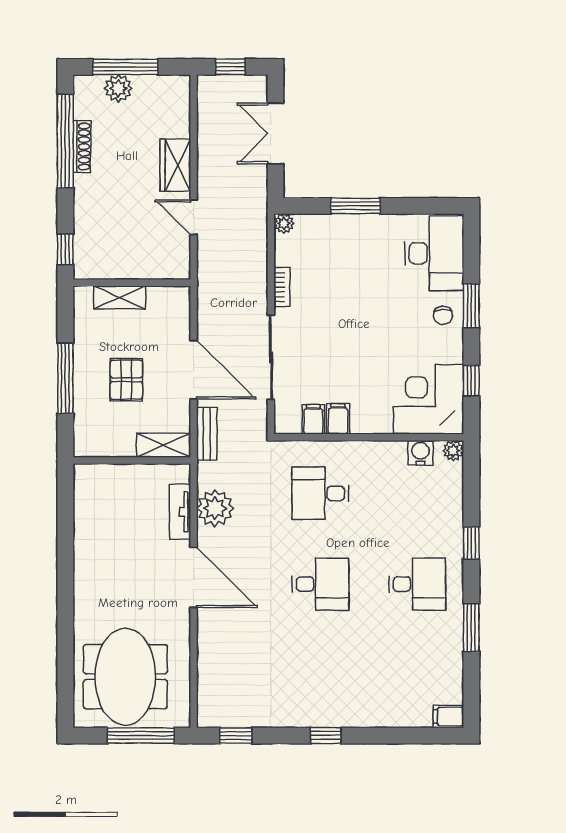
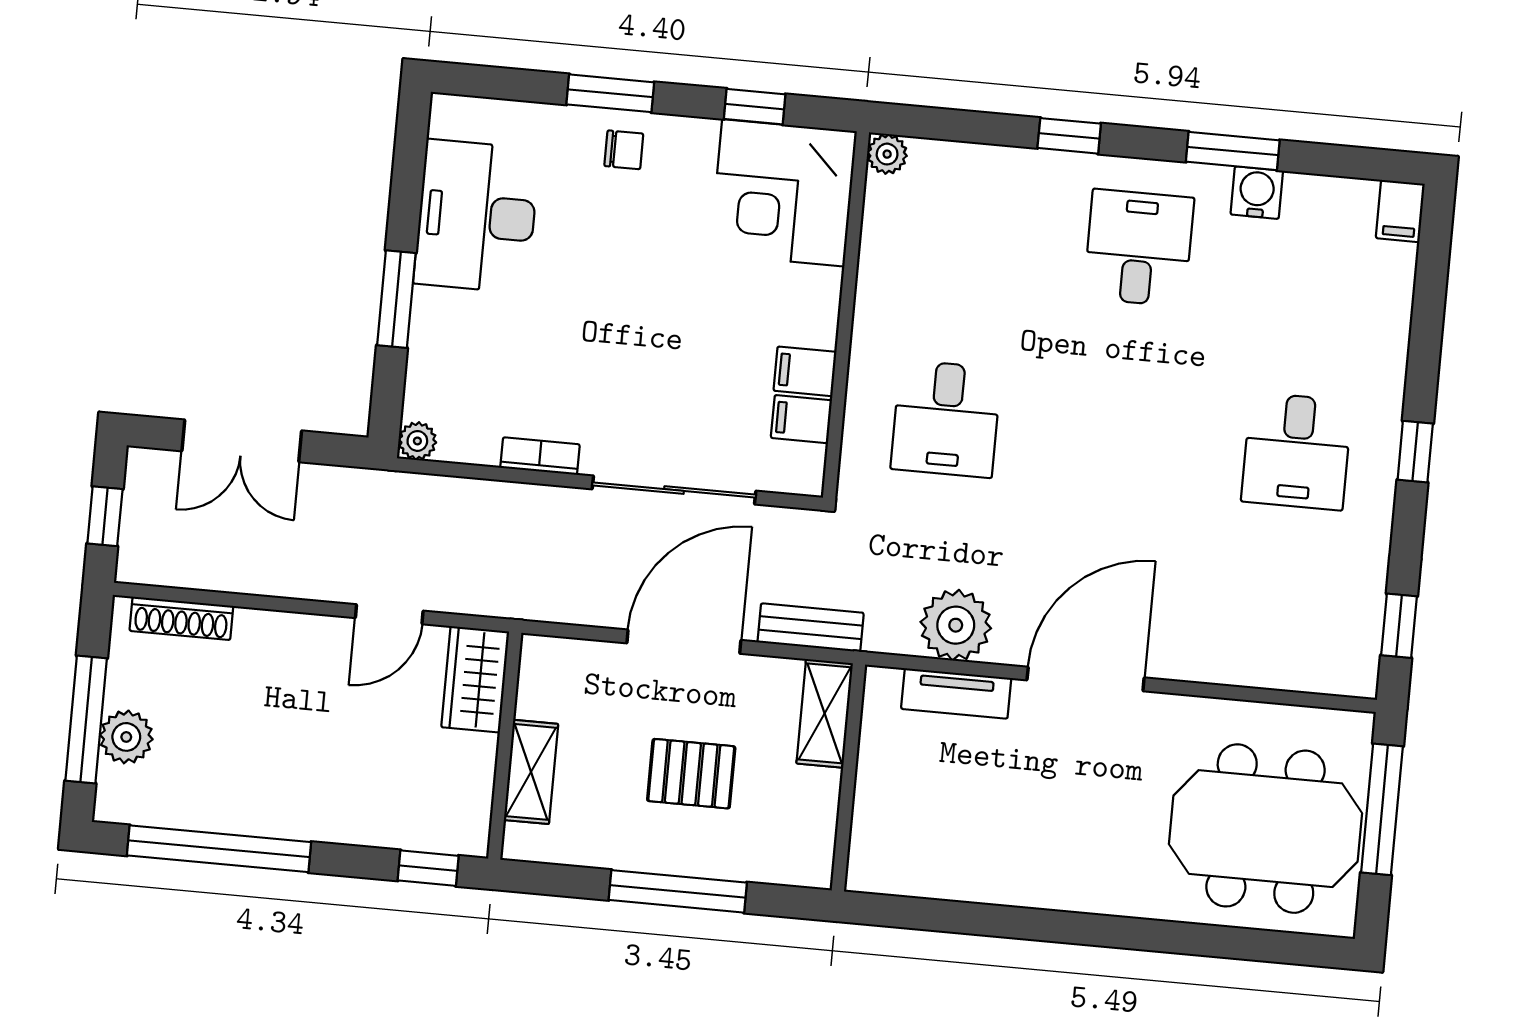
shoe rack: (82, 146) -> (181, 618), moved, turned 180
wardrobe: (175, 165) -> (475, 679), moved, turned 90
desk: (434, 253) -> (477, 216), moved, turned -90
water cooler: (421, 453) -> (1257, 193), moved, turned 90
desk: (320, 584) -> (1297, 451), moved, turned 180

